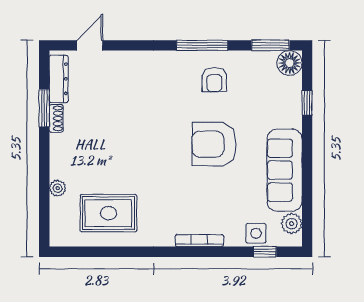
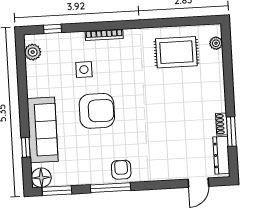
armchair: (214, 80) -> (121, 170), moved
sofa: (285, 170) -> (43, 130), moved
plant: (58, 188) -> (216, 43), moved
side table: (256, 233) -> (84, 70), moved

